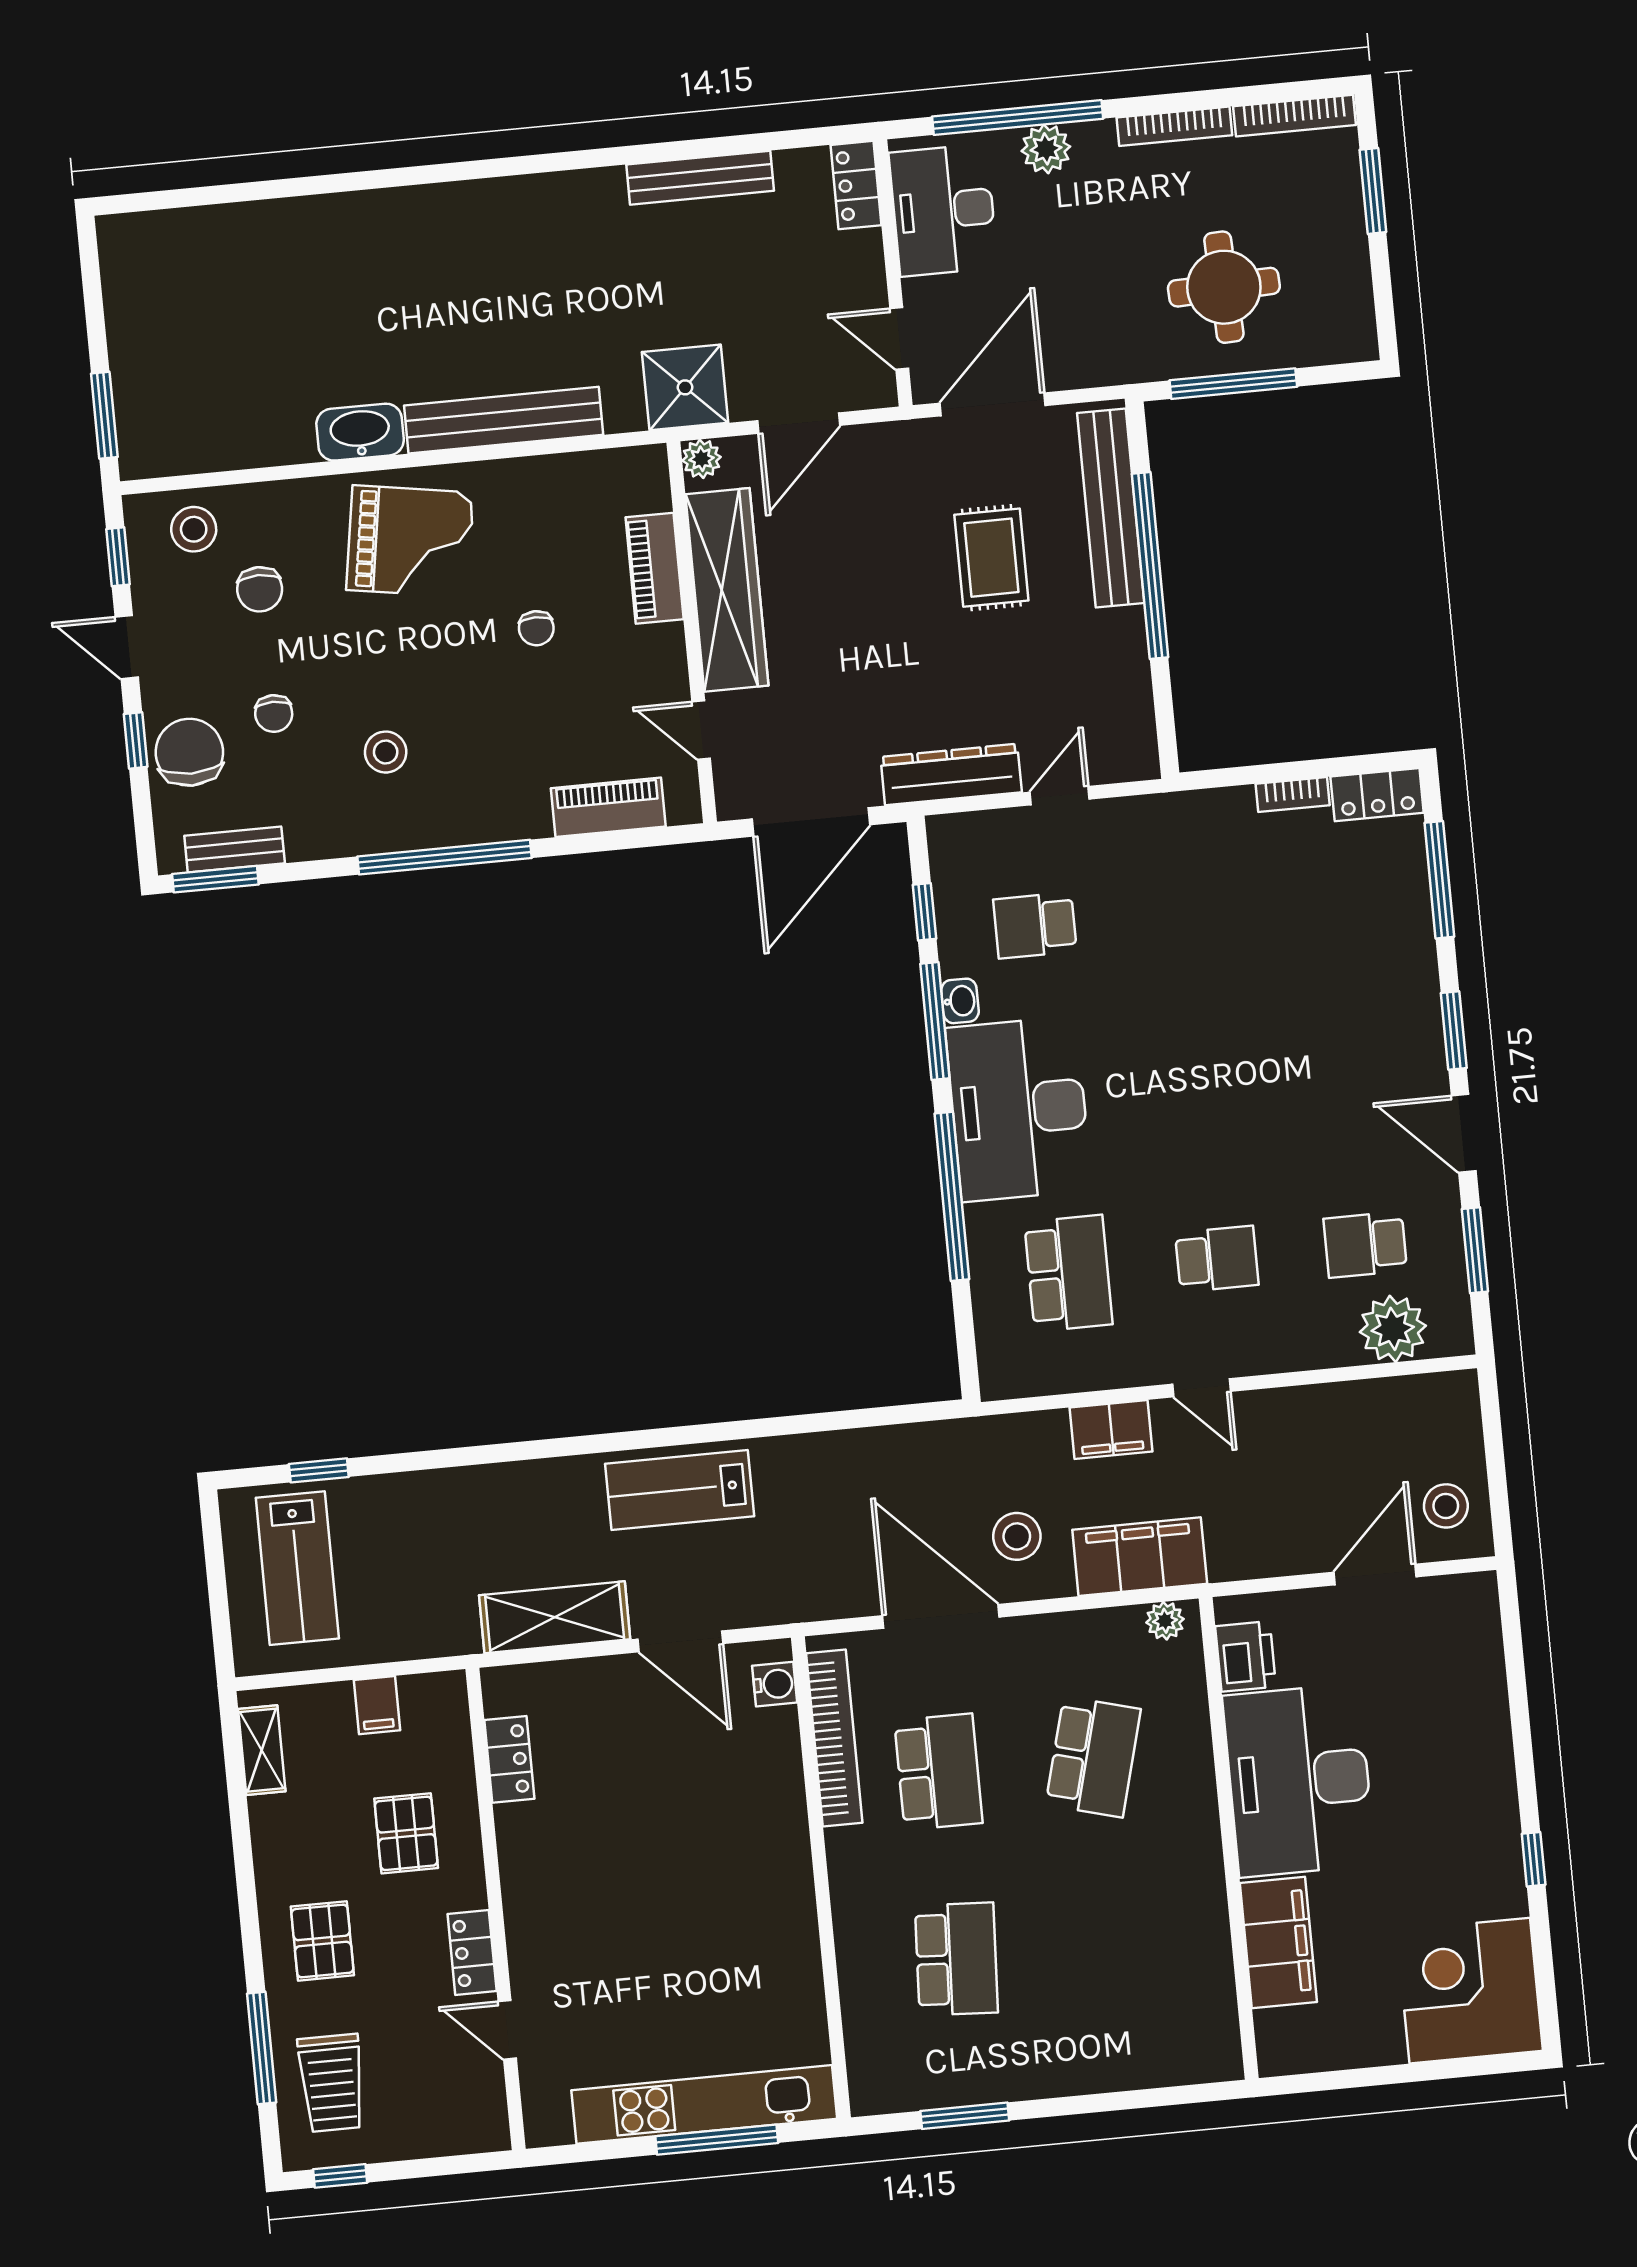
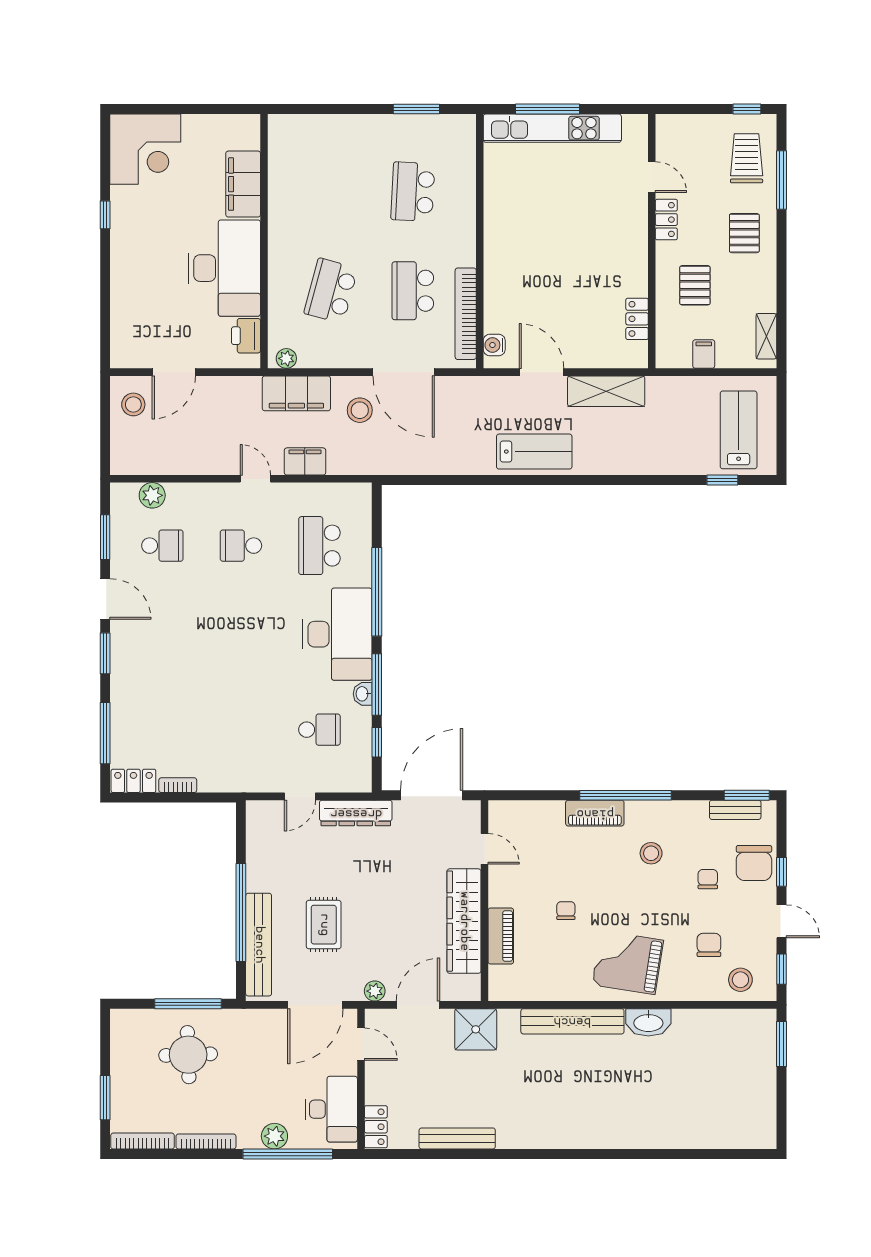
plant: (701, 459) -> (375, 991), moved
piano: (608, 807) -> (595, 813), moved
plant: (1393, 1329) -> (152, 495), width x0.73, depth x0.73

